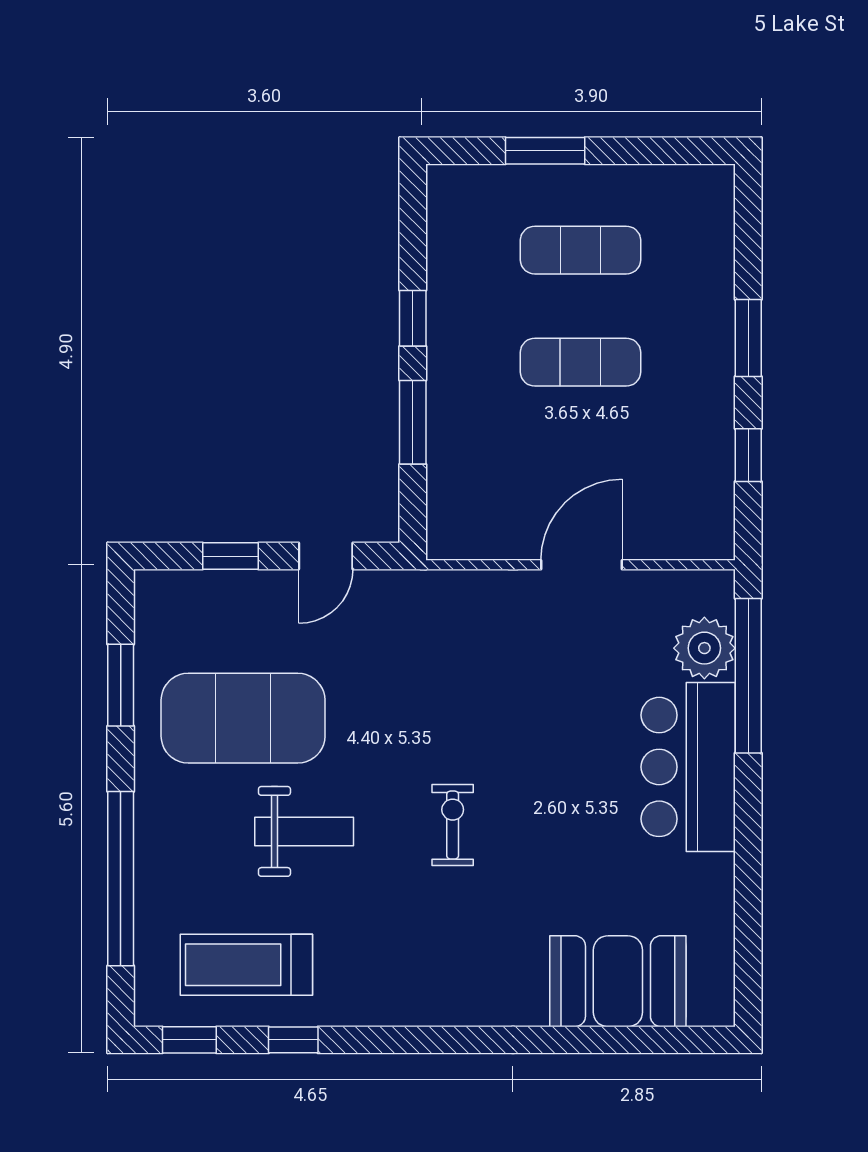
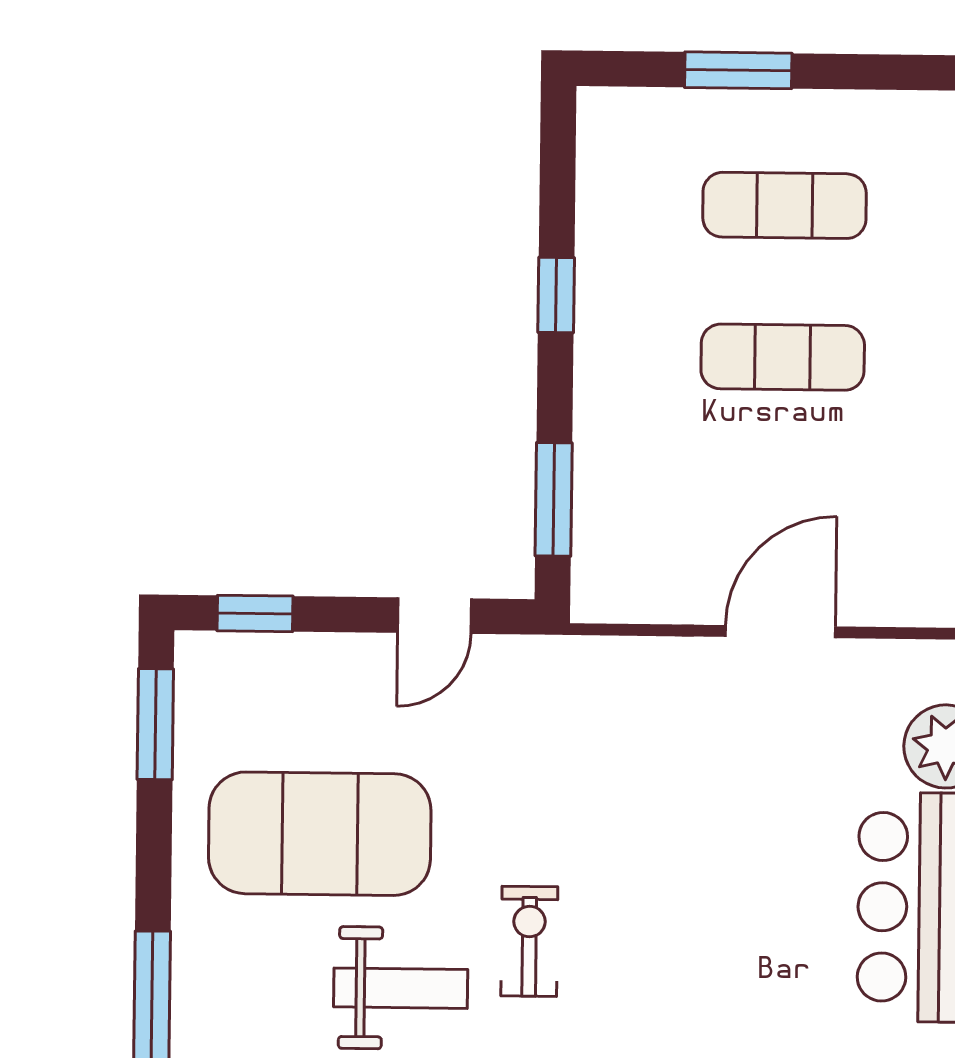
window: (413, 422) -> (554, 499), moved
window: (230, 556) -> (255, 613), moved
window: (121, 685) -> (155, 724), moved
exercise bike: (453, 825) -> (529, 941), moved

